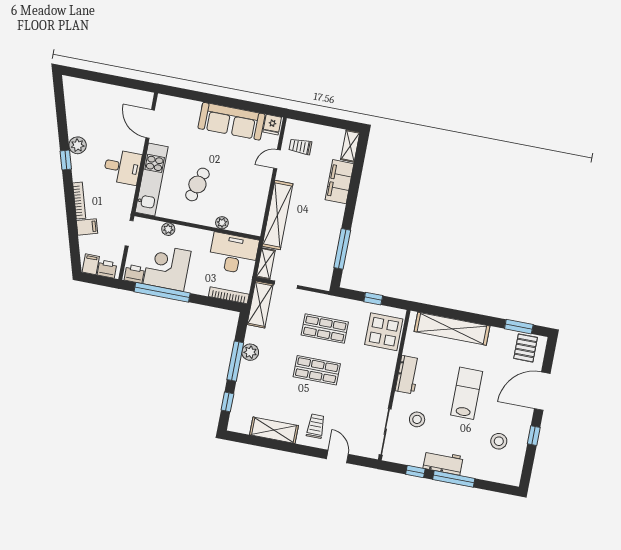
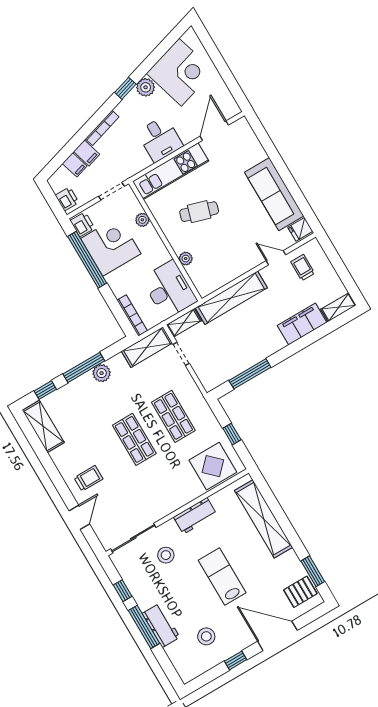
corner desk: (88, 112) -> (180, 72), added
filing cabinet: (91, 264) -> (75, 165), moved, turned 73
lab bench: (467, 393) -> (222, 576), turned -90
shelving: (274, 430) -> (43, 426), moved
workbench: (443, 462) -> (161, 625), moved

